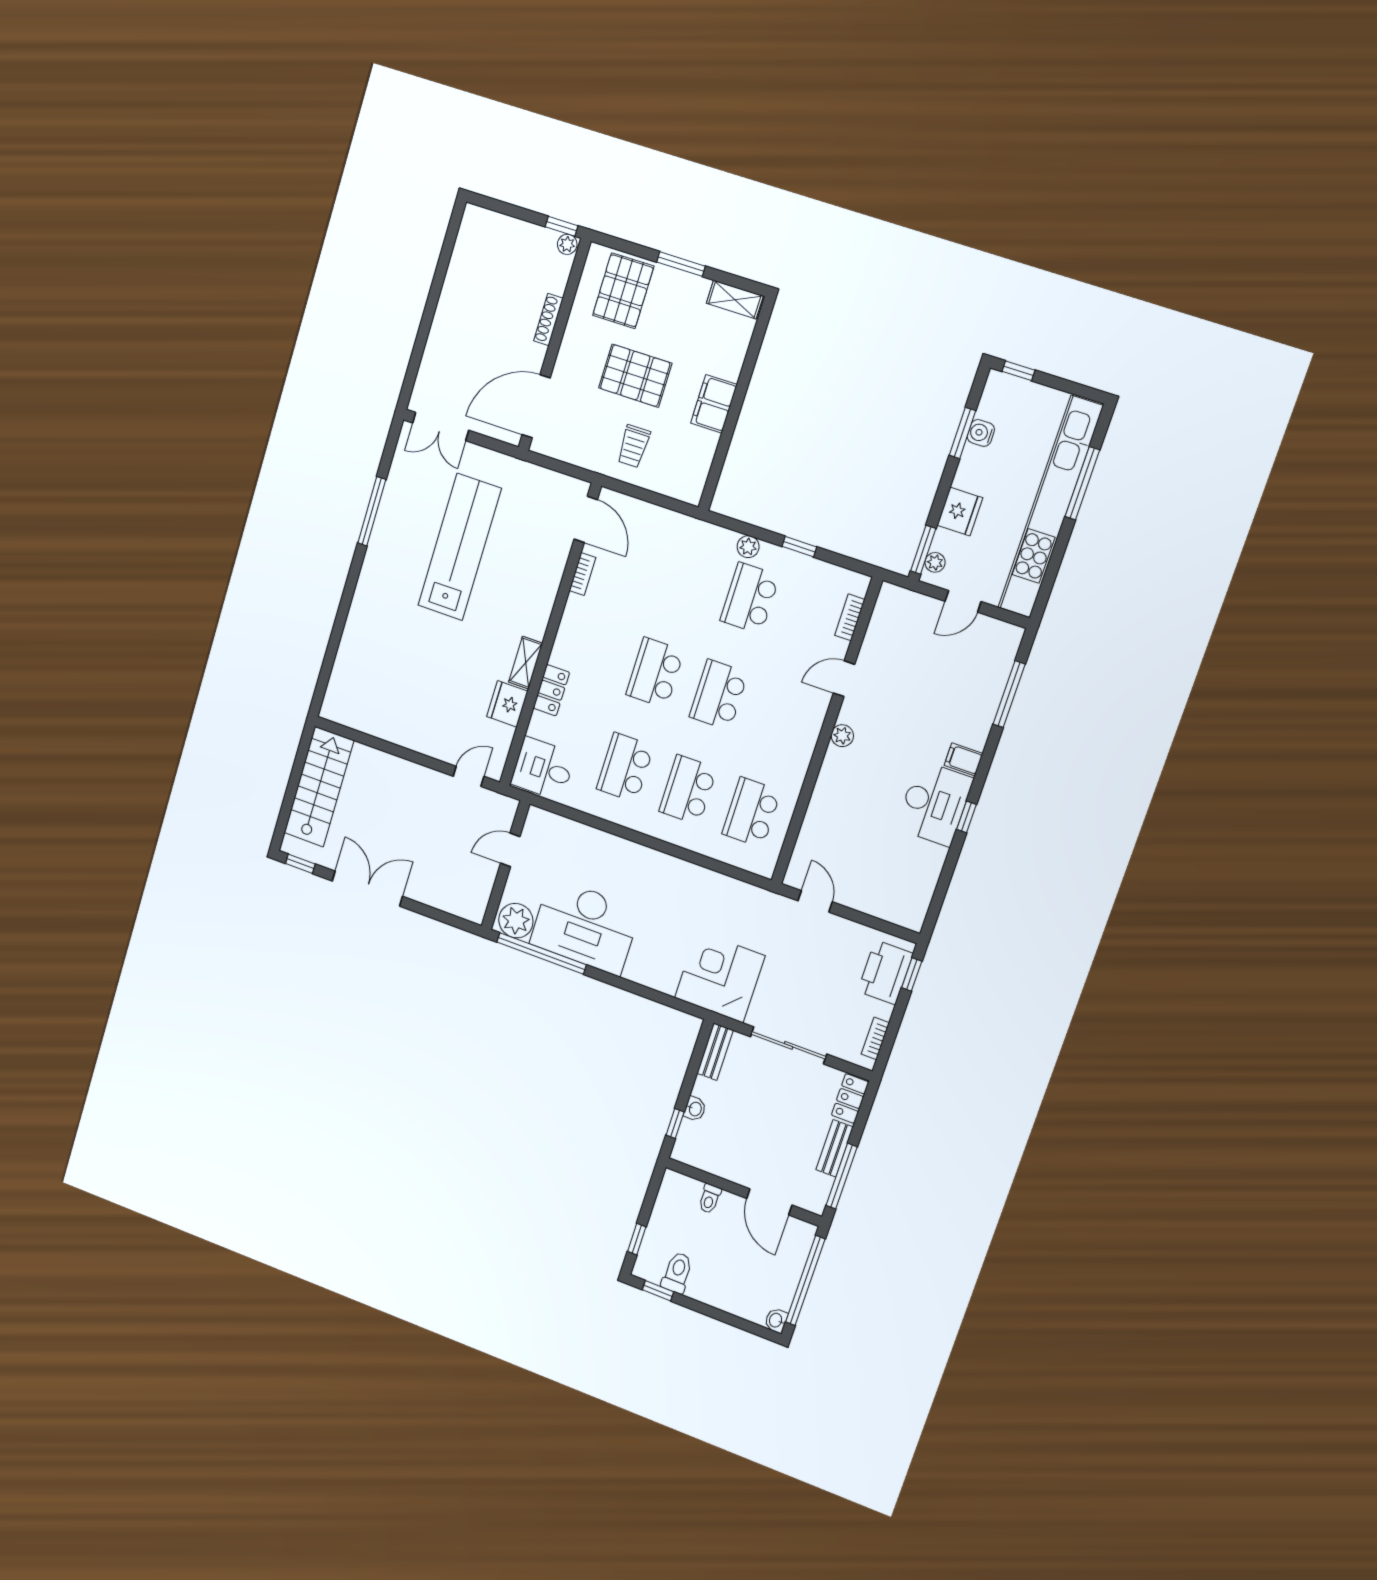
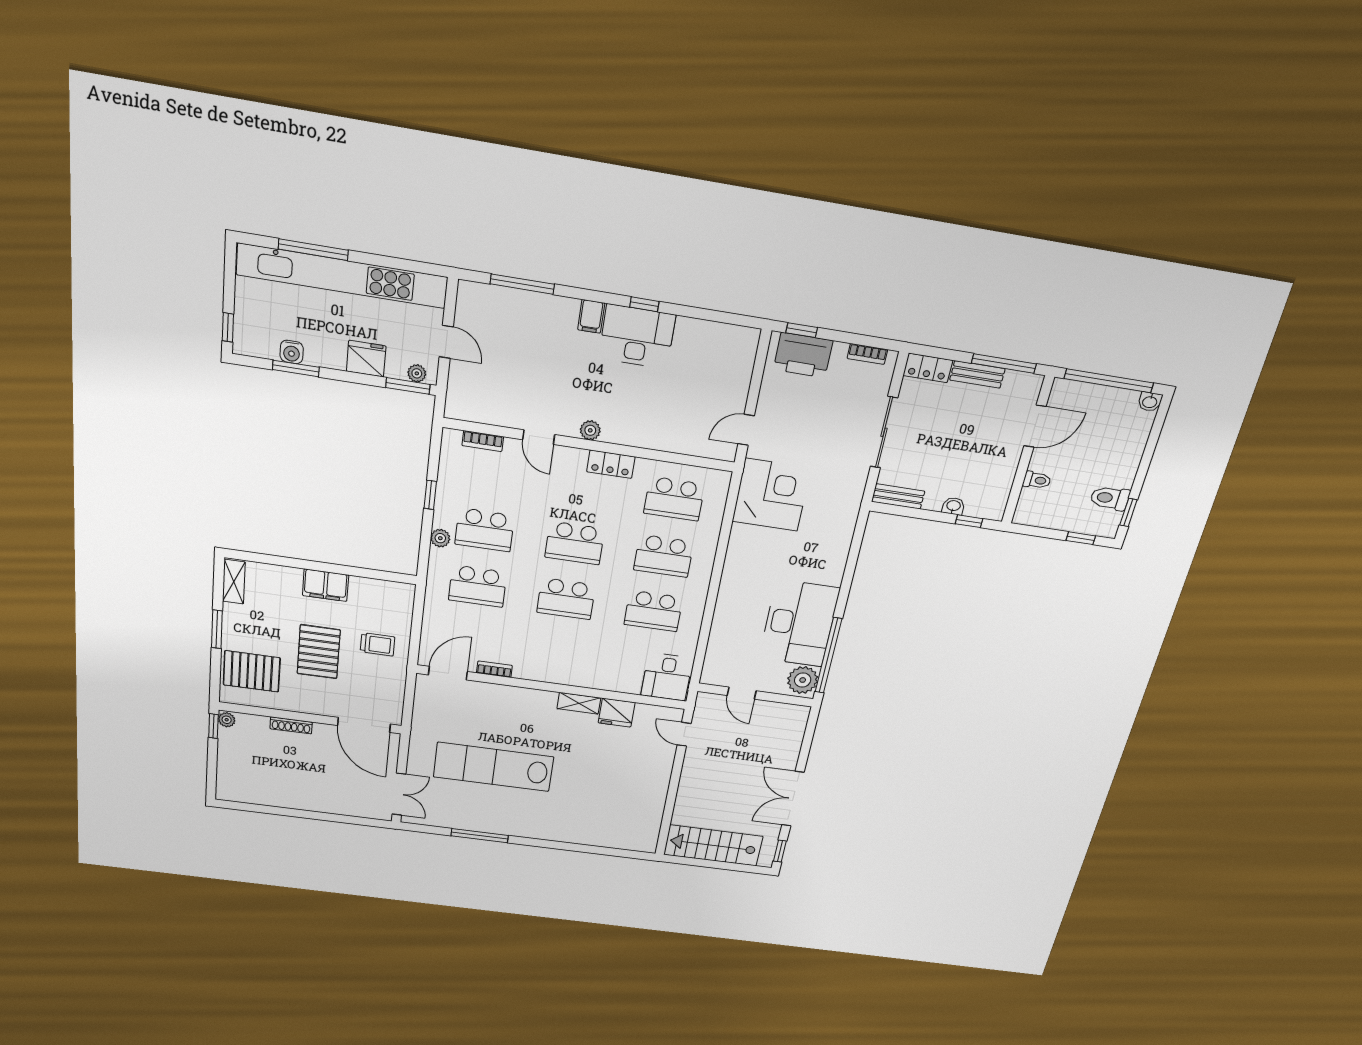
school desk: (686, 576) -> (478, 586), added
locker: (551, 690) -> (611, 464), moved, turned 180
corner desk: (720, 977) -> (771, 495), moved, turned 180

